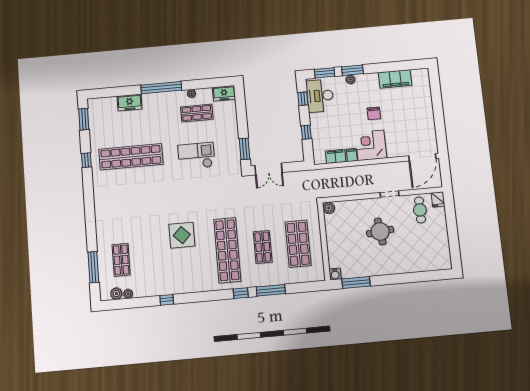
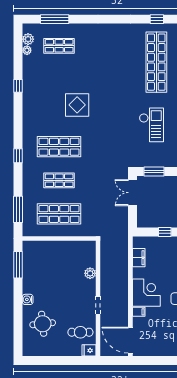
filing cabinet: (352, 155) -> (139, 312), moved
plant: (329, 208) -> (90, 273), moved
round table: (380, 231) -> (43, 324), moved
shop shelf: (227, 250) -> (59, 147), width x0.71
water cooler: (335, 274) -> (28, 299), moved
window: (271, 290) -> (18, 209), moved

